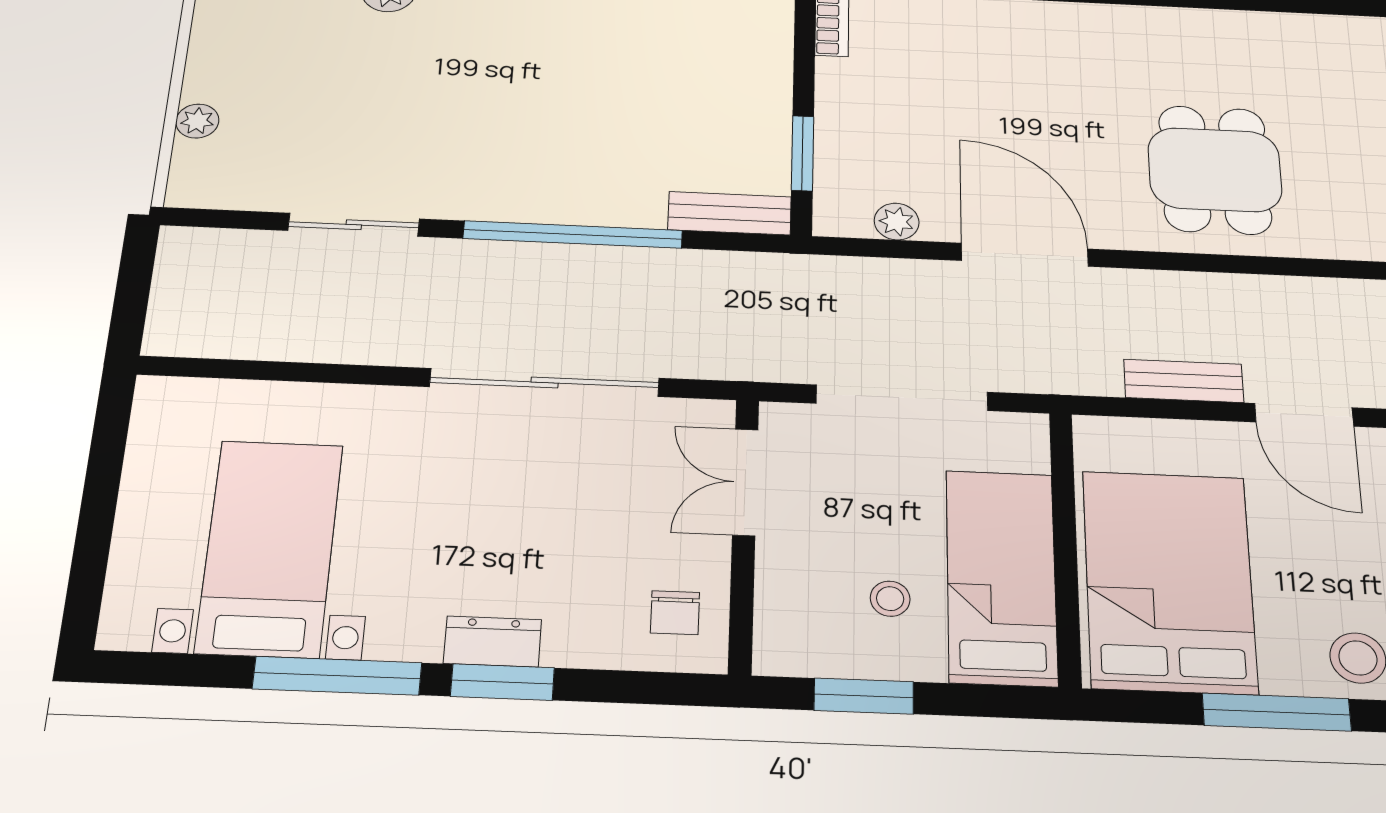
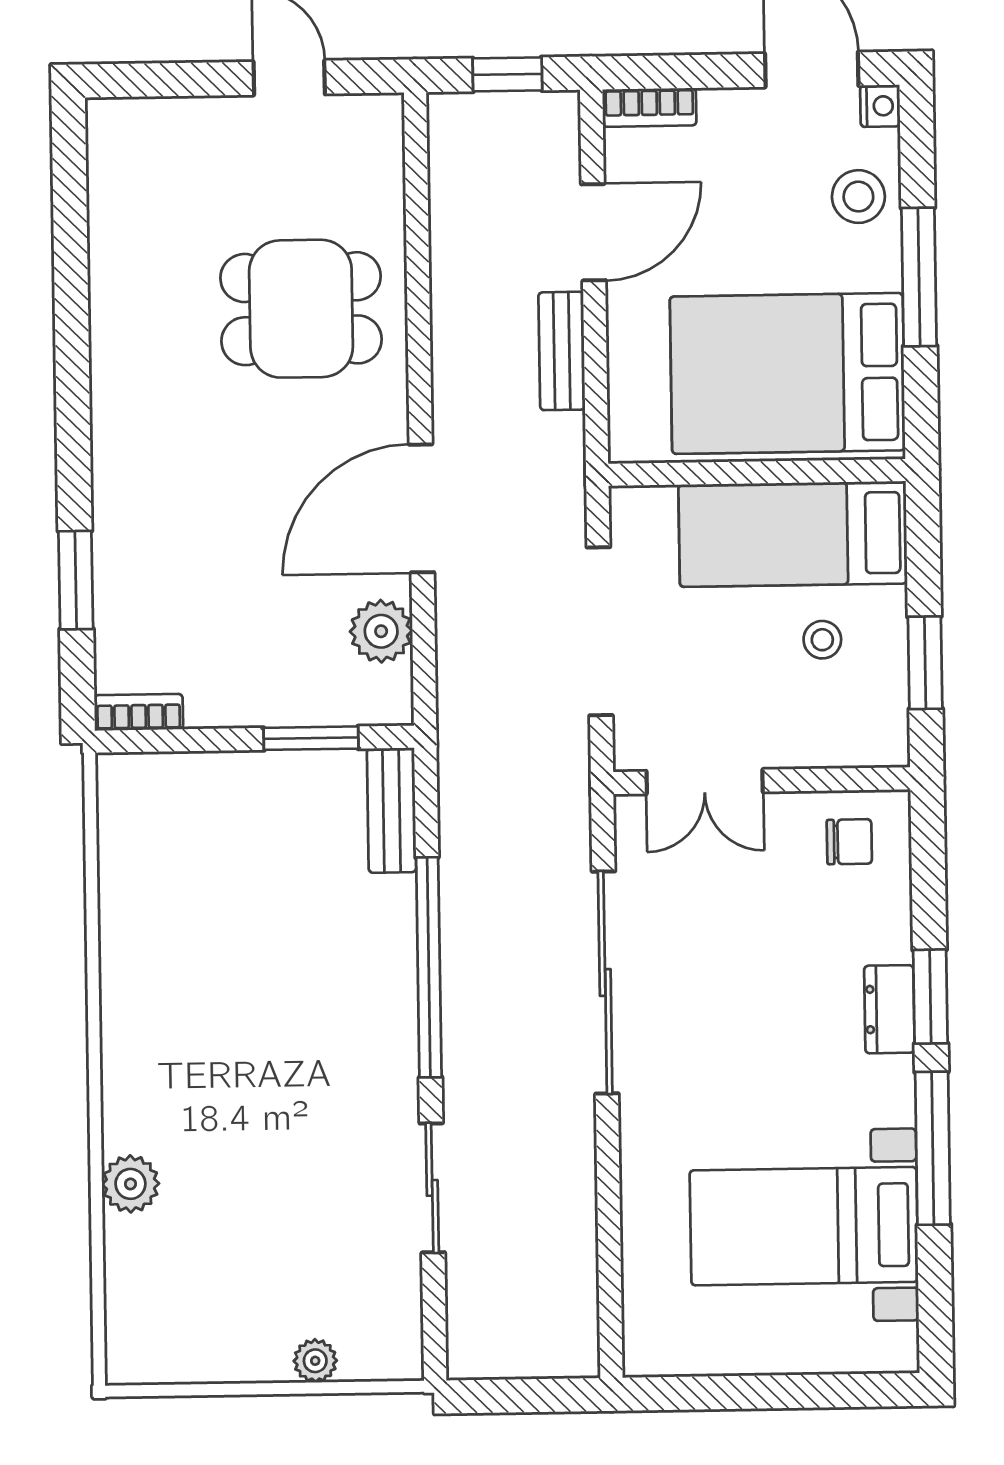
plant: (897, 222) -> (381, 631), width x1.38, depth x1.38

